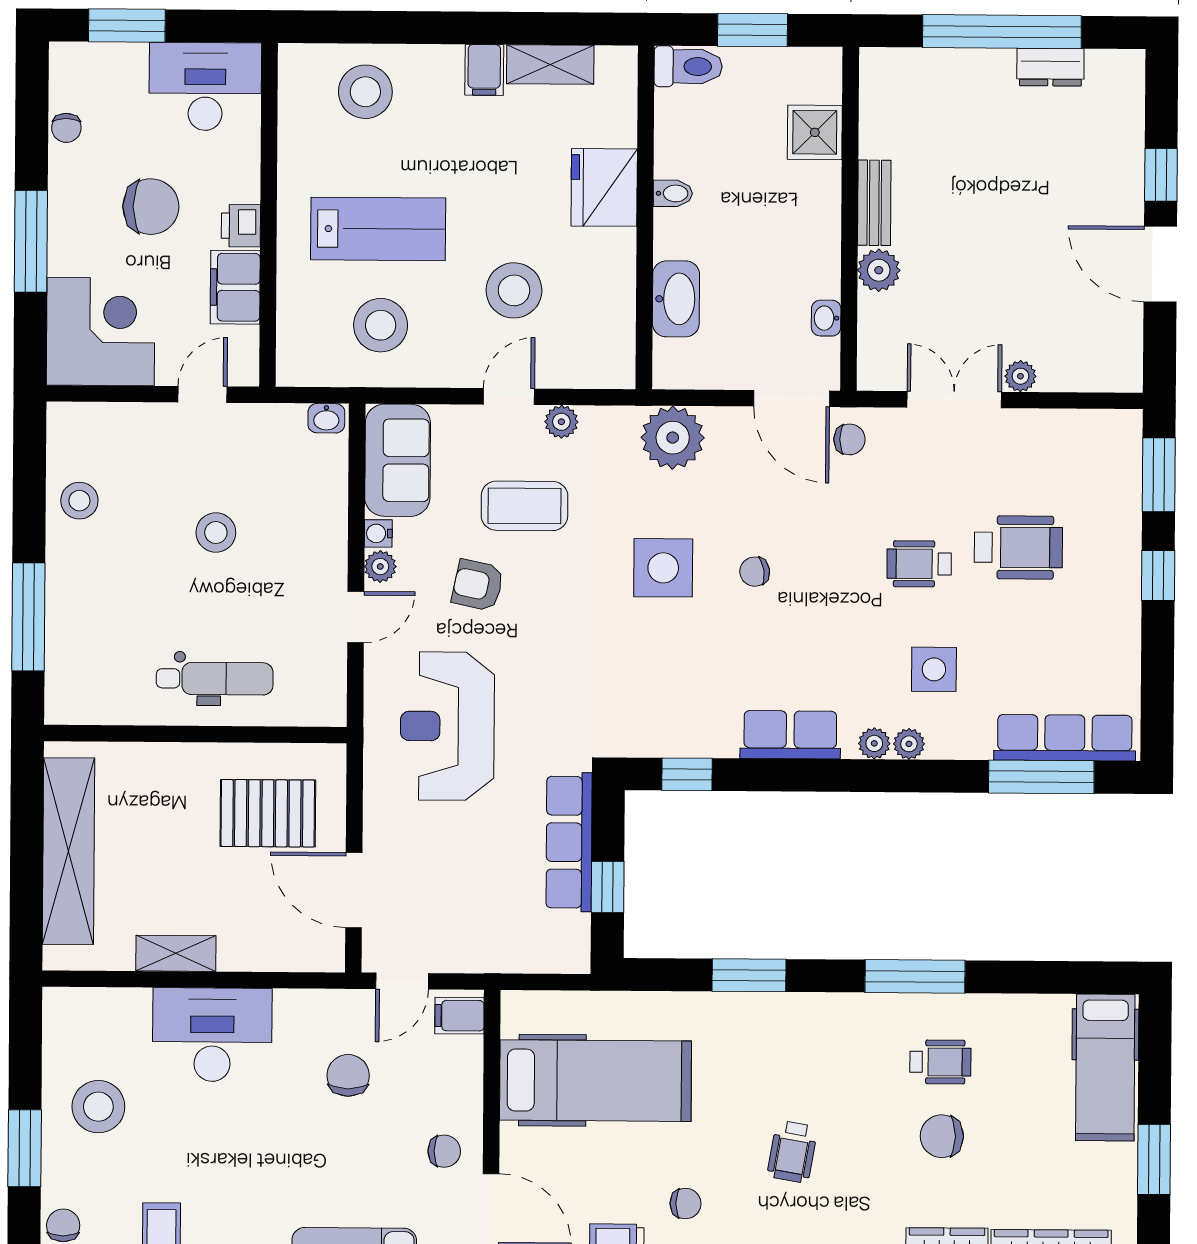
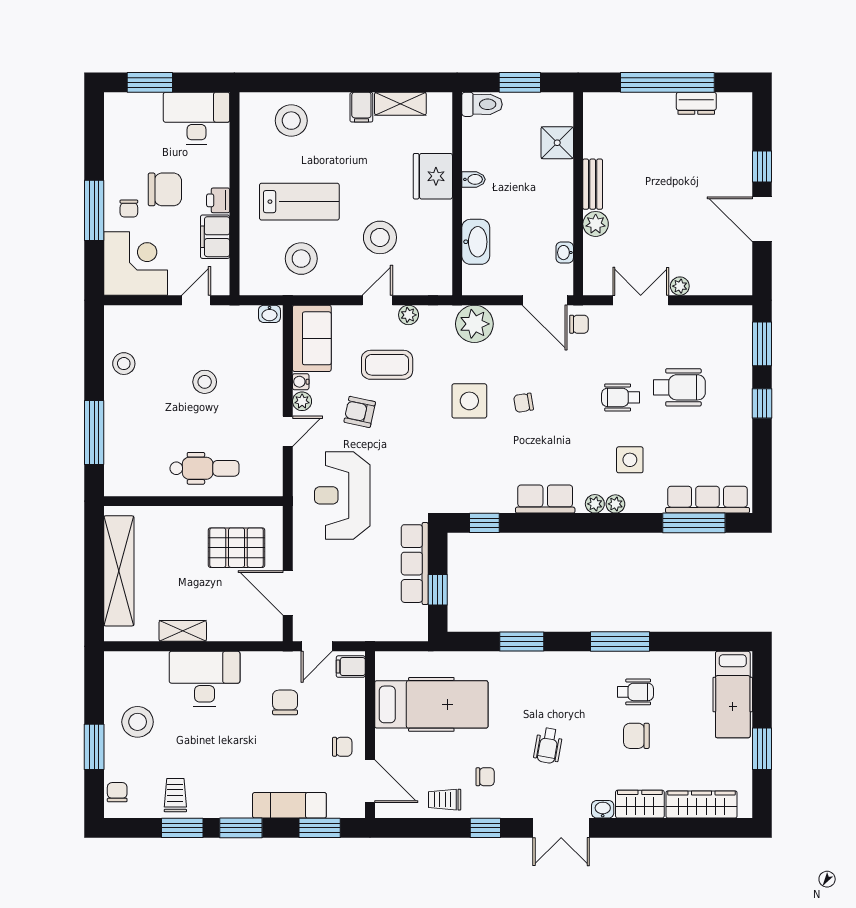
chair: (66, 128) -> (129, 208), moved

